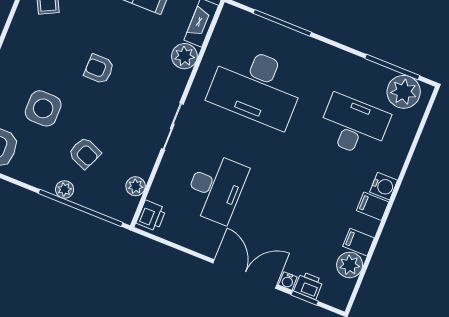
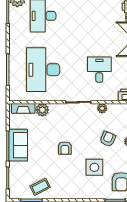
desk: (257, 87) -> (43, 70), turned 180
plant: (136, 186) -> (102, 108), moved
desk: (216, 188) -> (99, 70), width x0.73

